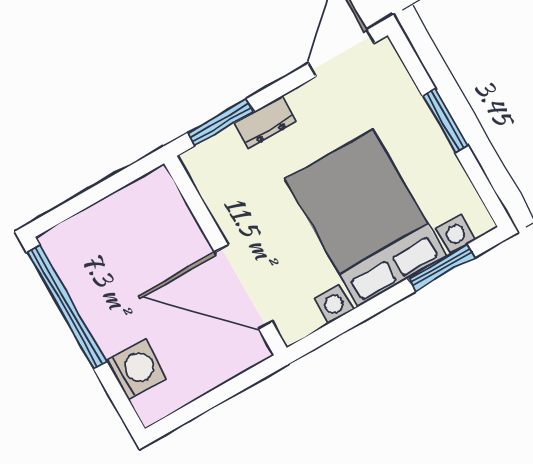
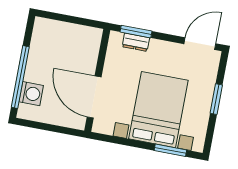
dresser: (265, 123) -> (136, 42), moved
window: (67, 307) -> (20, 77), moved

